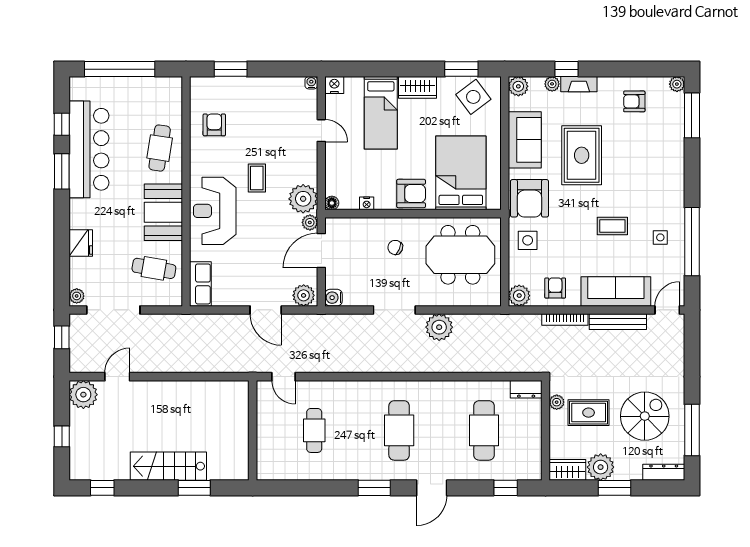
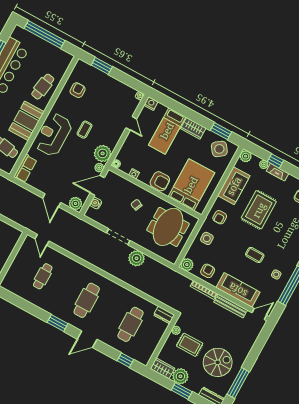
armchair: (529, 198) -> (220, 217), width x0.53, depth x0.53
meeting table: (460, 255) -> (168, 227), turned 90
water cooler: (333, 298) -> (96, 203), moved

